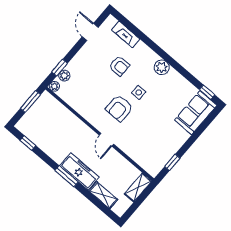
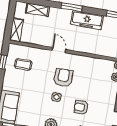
coffee table: (153, 147) -> (23, 64), added
freezer: (79, 171) -> (87, 20), moved

